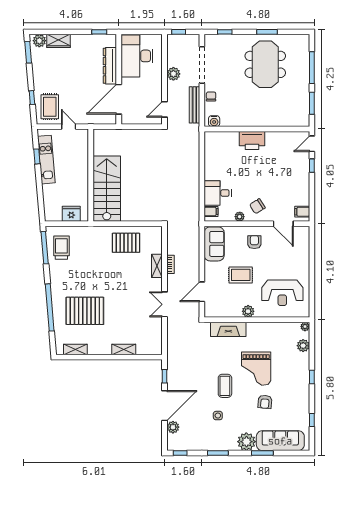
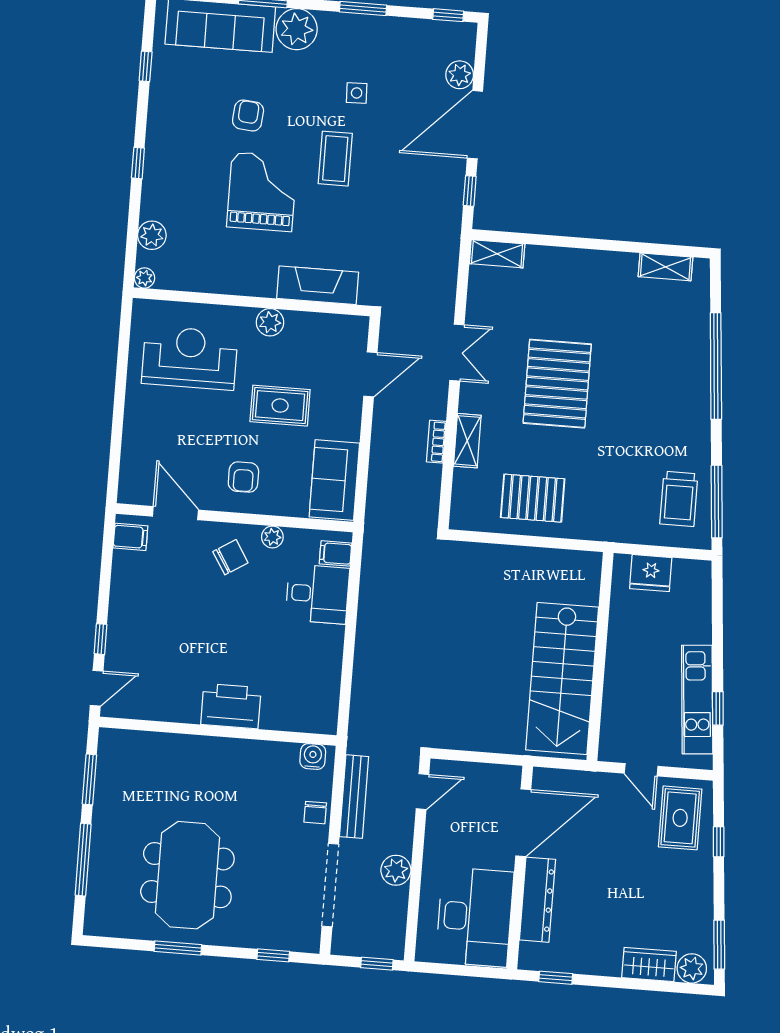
stairs: (107, 189) -> (562, 679), moved
pallet: (85, 311) -> (557, 384), moved, turned 90
shelving: (124, 349) -> (497, 254), moved

